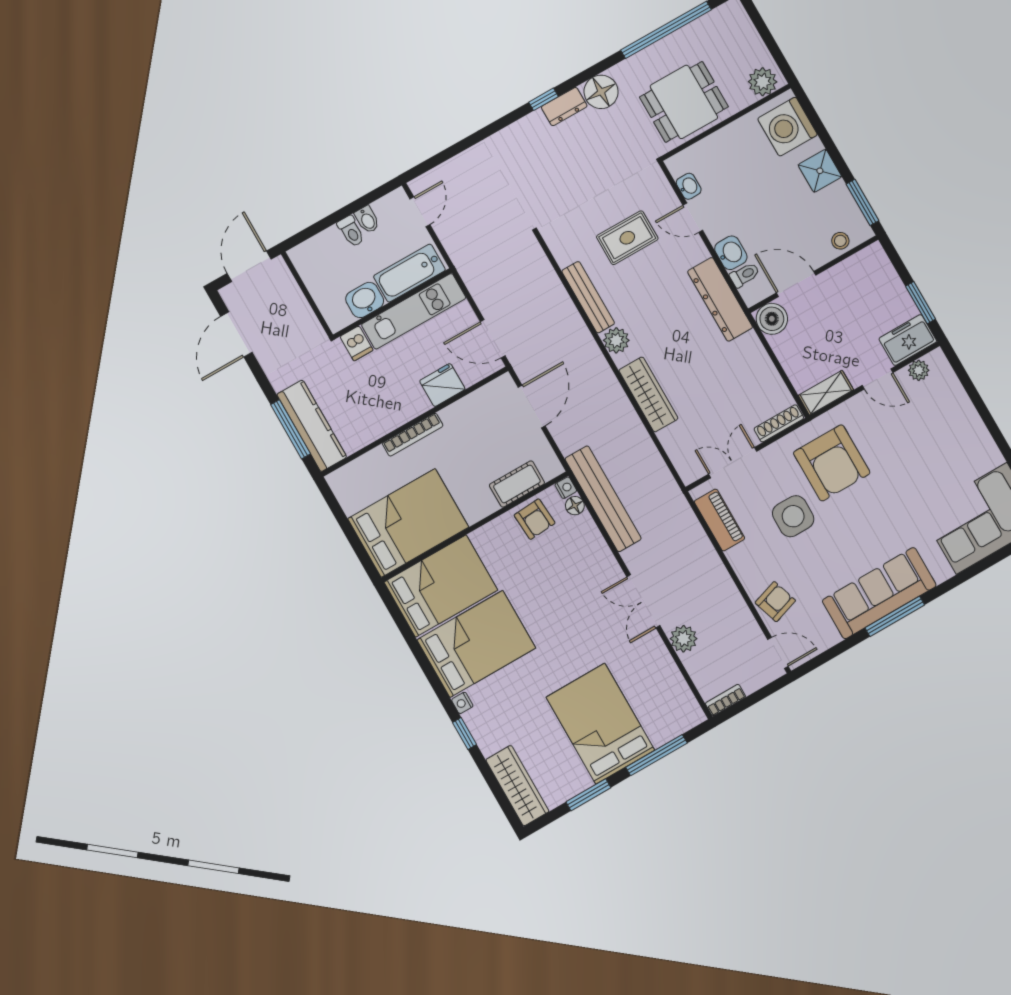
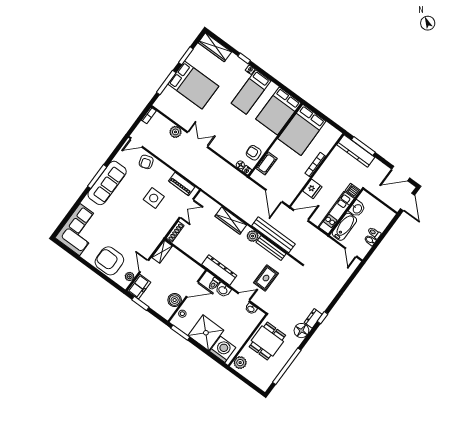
shower: (820, 171) -> (206, 333), width x1.86, depth x1.86
boiler: (772, 319) -> (175, 300), moved
door: (236, 334) -> (401, 173), swing flipped
door: (877, 379) -> (144, 266), hinge flipped
armchair: (832, 463) -> (109, 261), moved
bench: (603, 499) -> (273, 235), moved
bed: (476, 644) -> (251, 92), width x0.67

